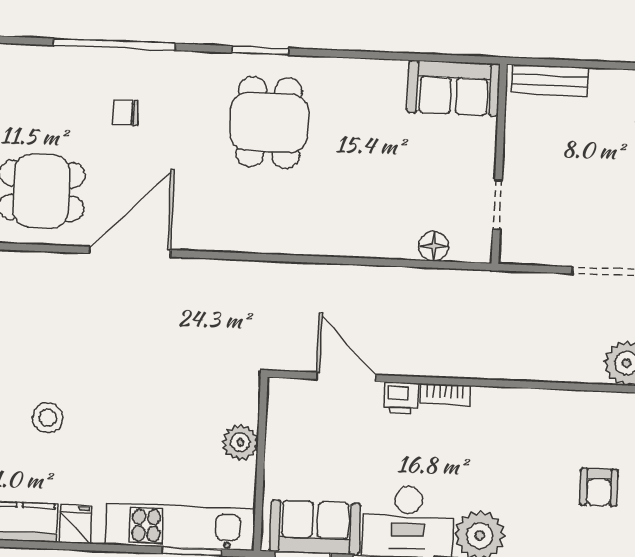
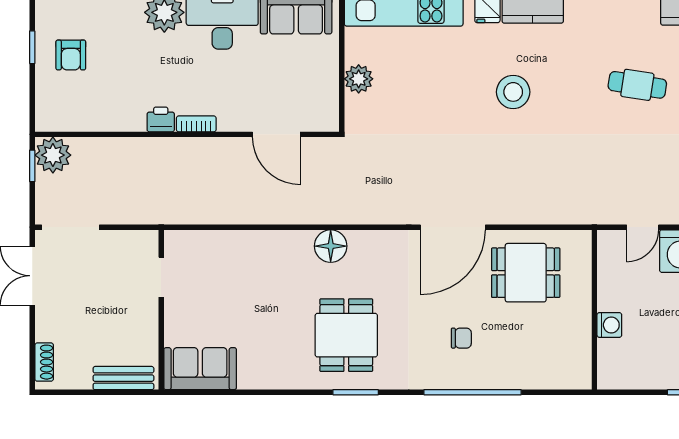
floor lamp: (434, 246) -> (331, 246), moved, width x1.38, depth x1.38
printer: (401, 398) -> (161, 119), moved
stool: (48, 418) -> (513, 92), width x1.38, depth x1.38
armchair: (599, 487) -> (71, 55), turned 180

